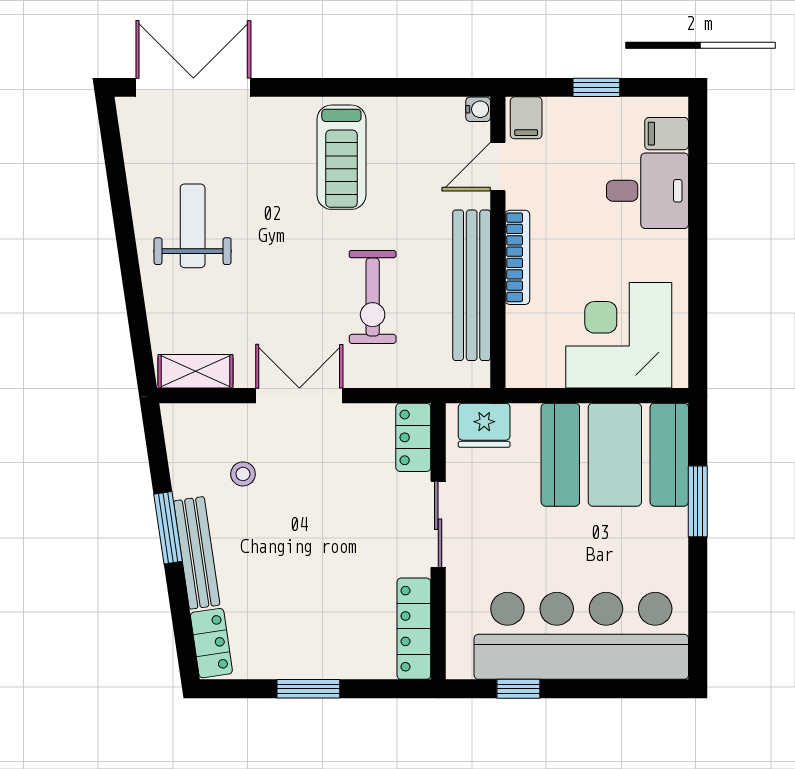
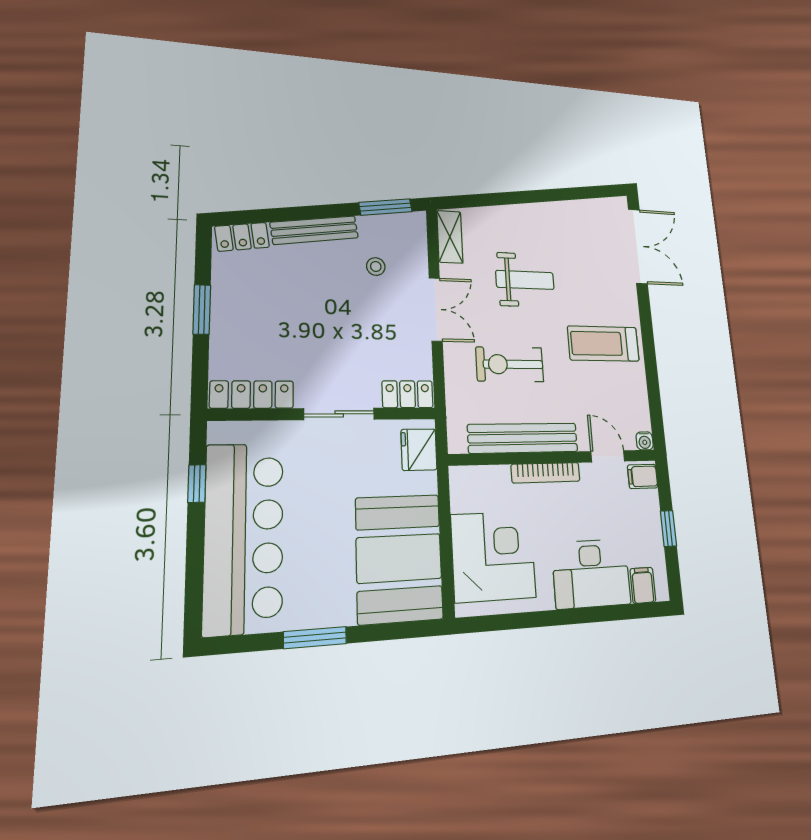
desk: (648, 191) -> (591, 574), width x1.37
weight bench: (193, 226) -> (525, 280), moved
window: (698, 501) -> (315, 638), moved
window: (168, 528) -> (386, 207), moved

